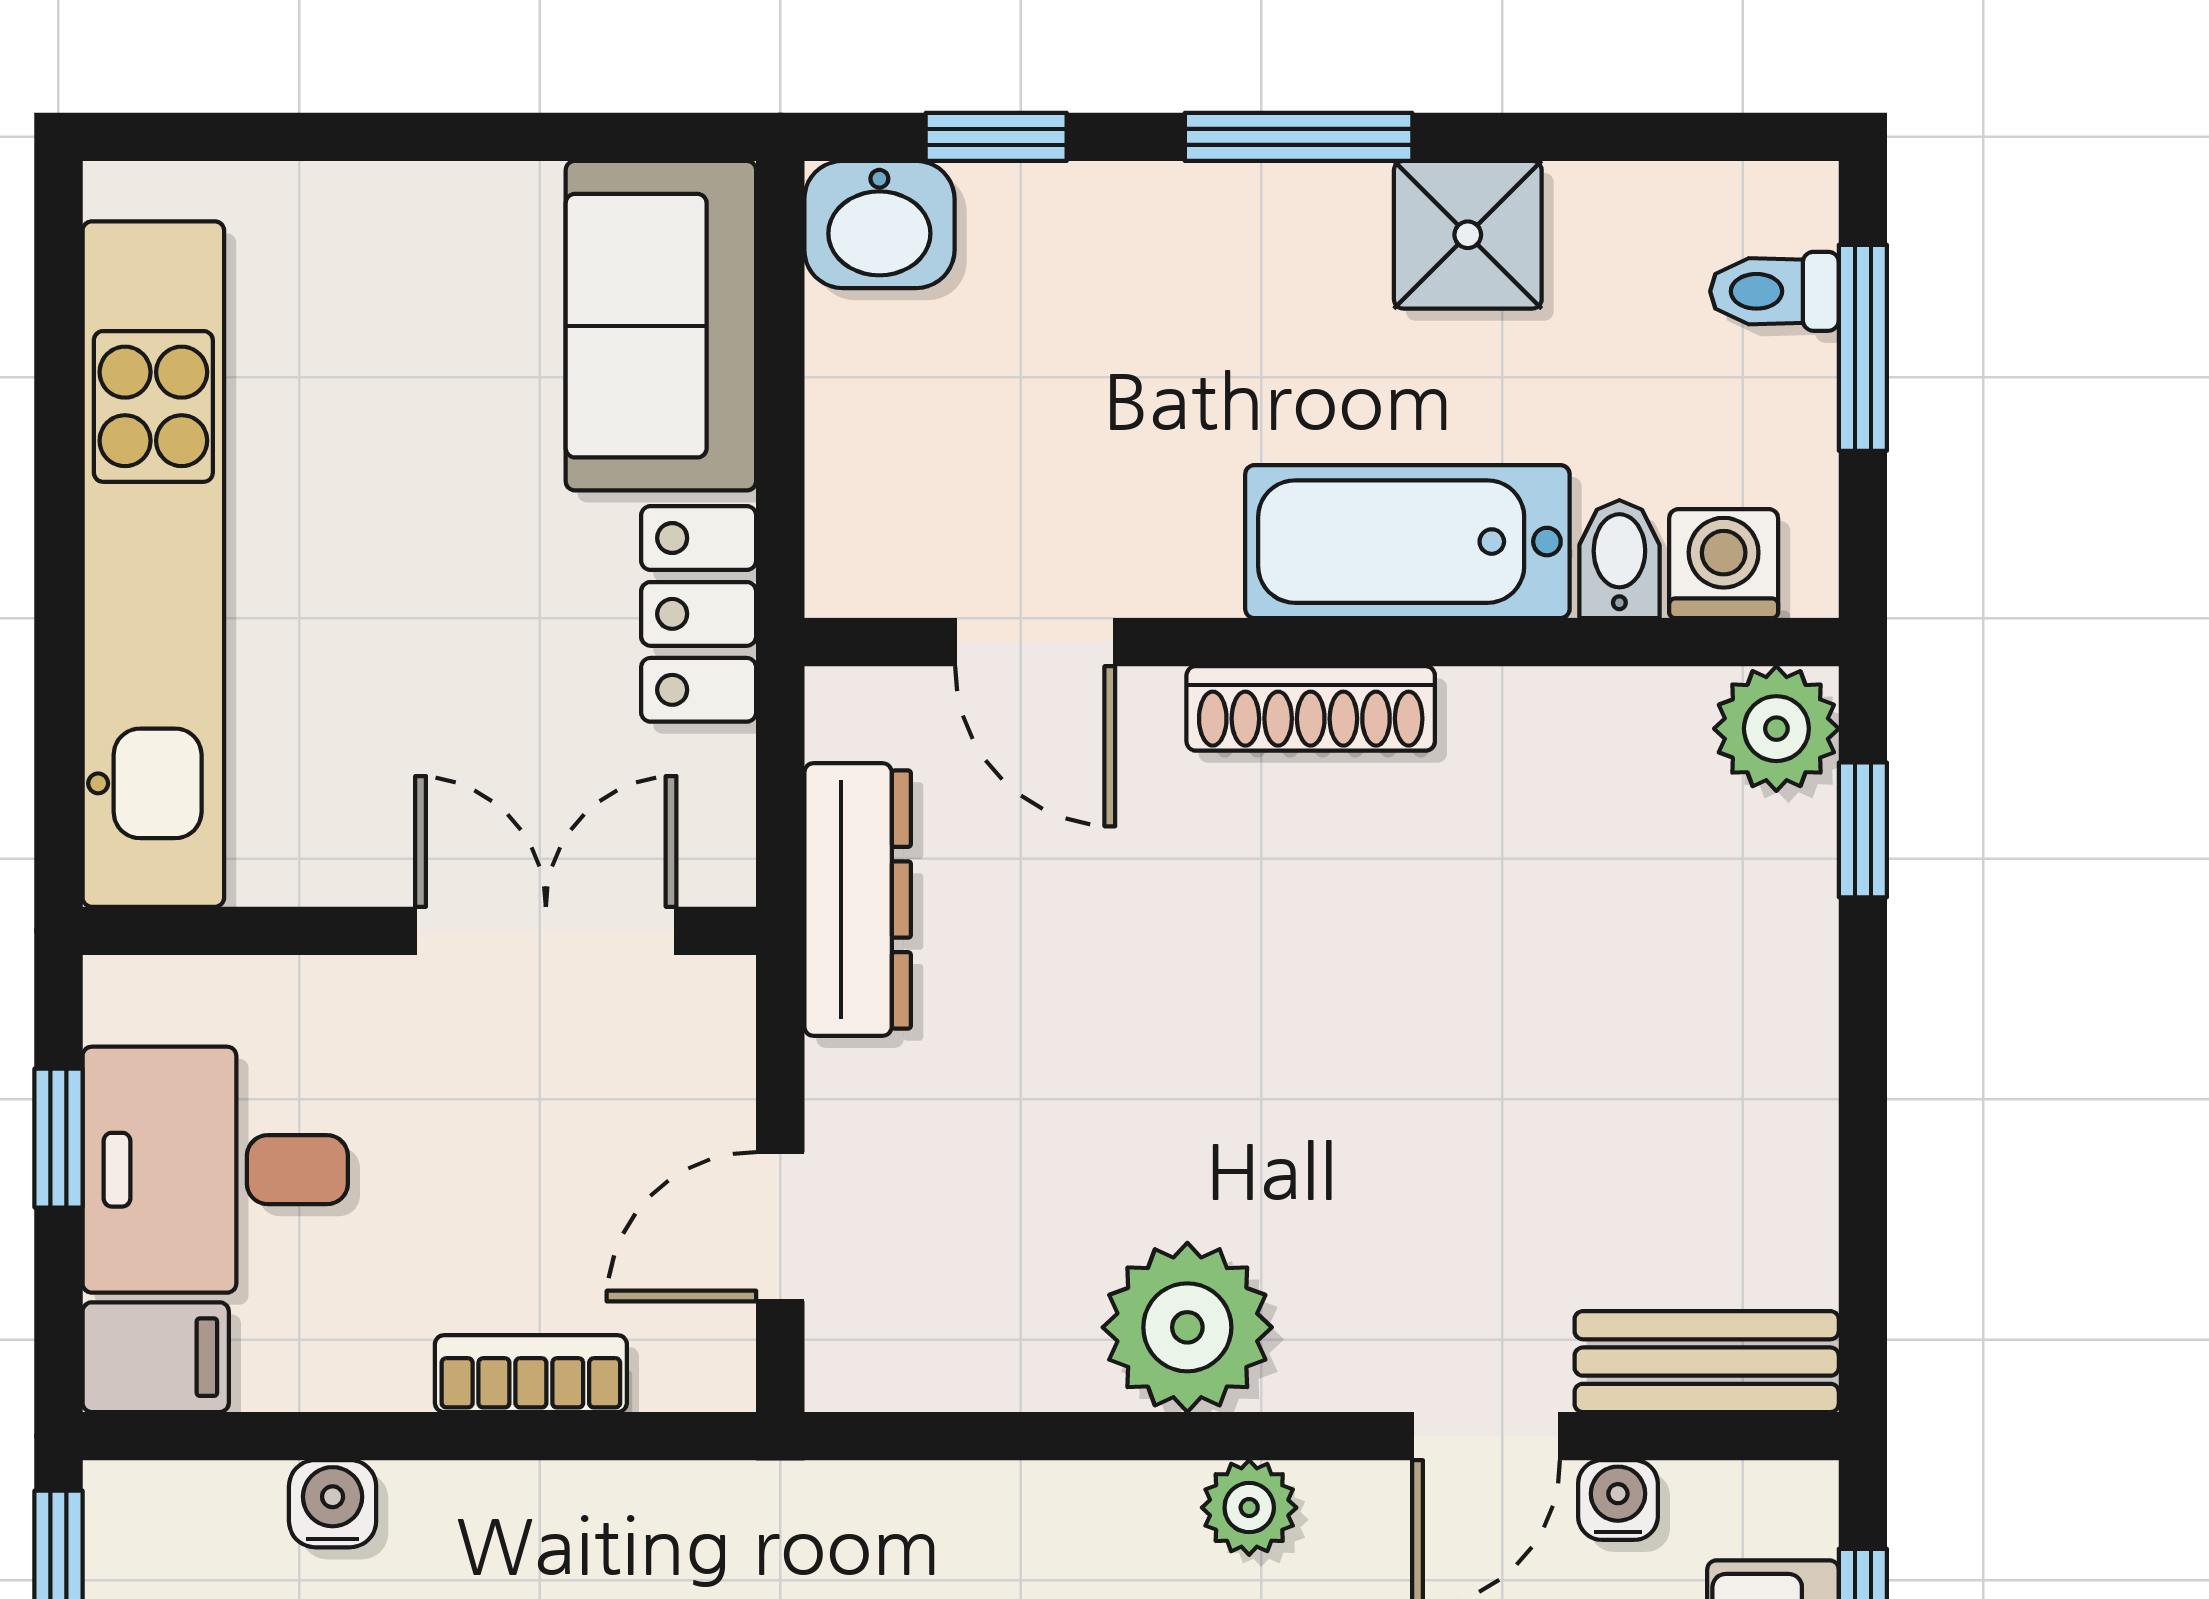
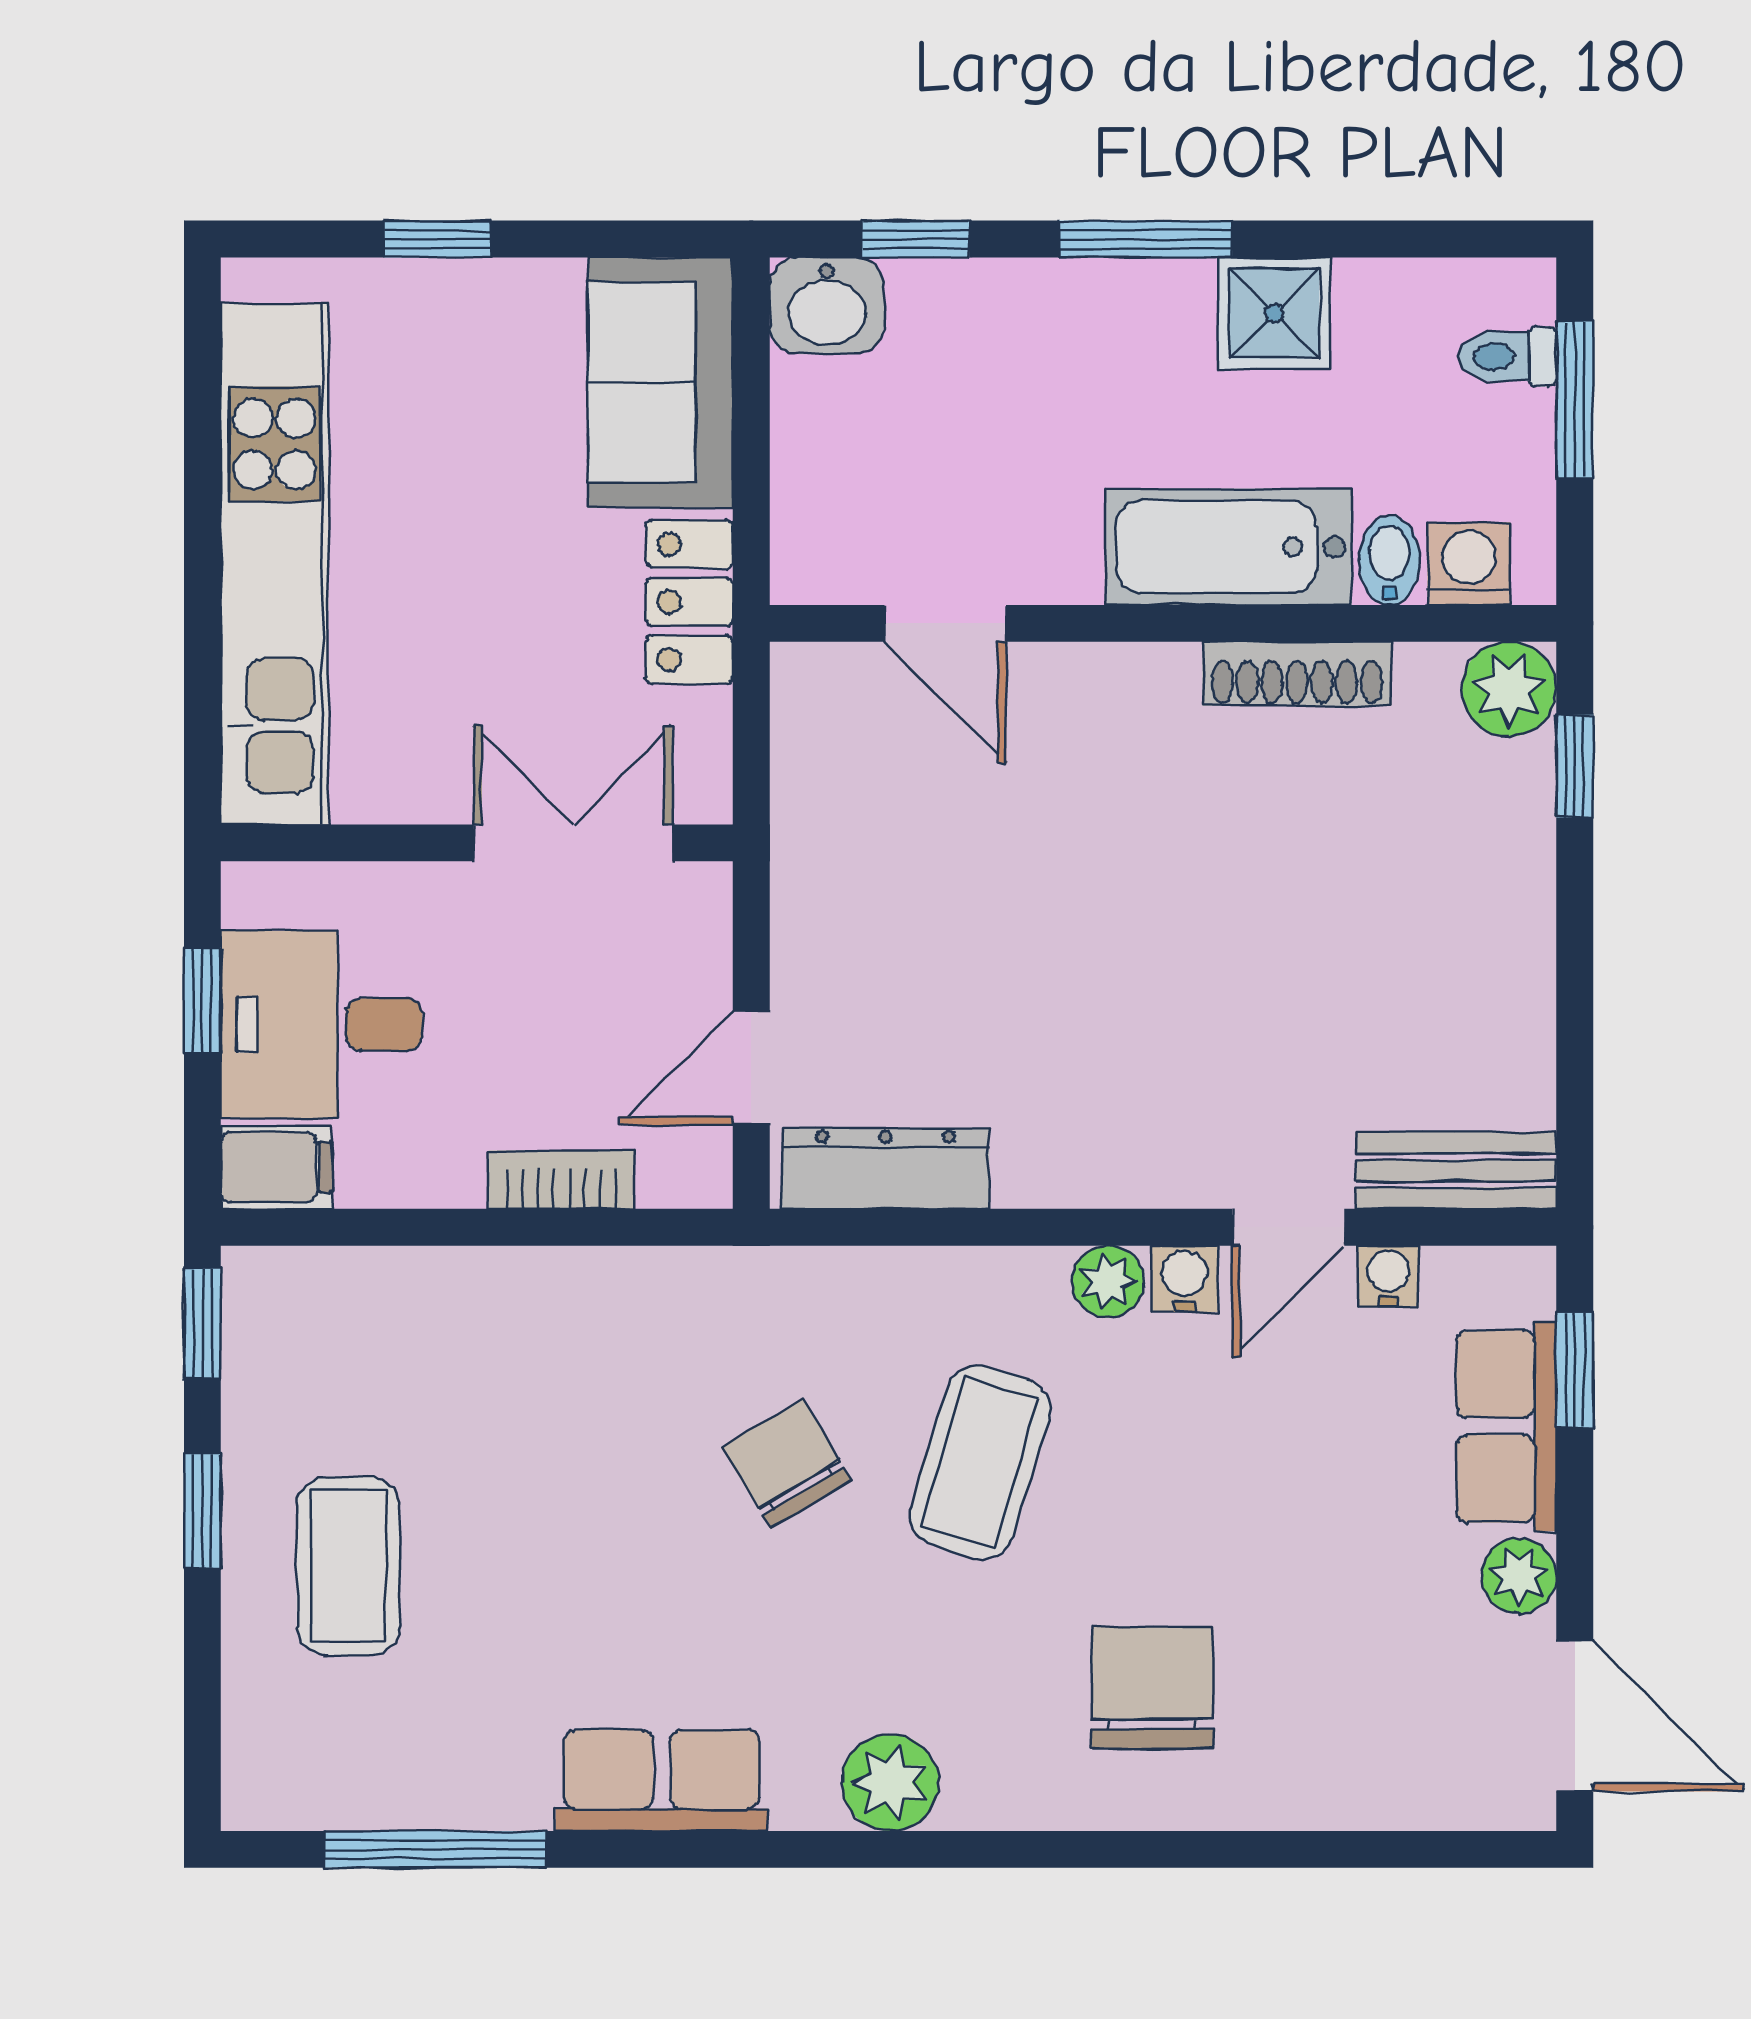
window: (368, 137) -> (438, 239), added
shoe rack: (1311, 708) -> (1297, 674), moved
dresser: (858, 900) -> (885, 1168), moved, turned -90
plant: (1187, 1327) -> (1061, 1144), removed
water cooler: (333, 1504) -> (1184, 1279), moved

